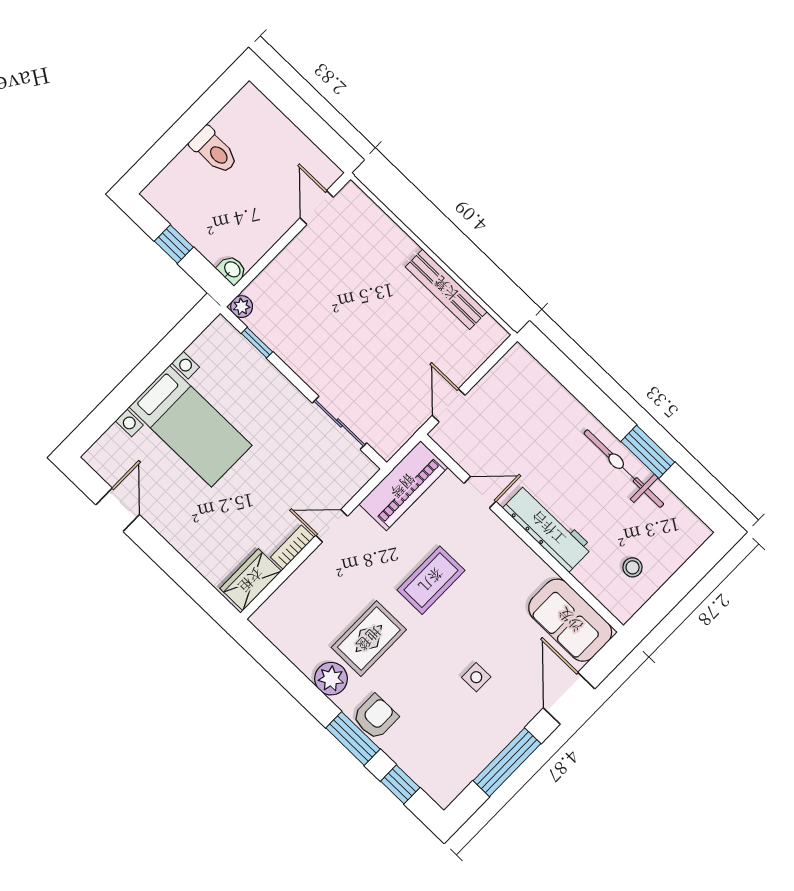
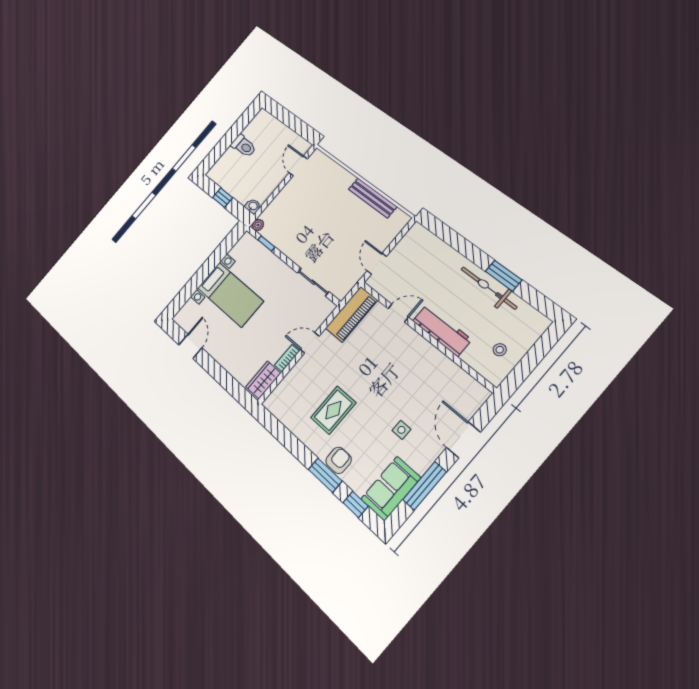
coffee table: (431, 580) -> (370, 370), removed
sofa: (570, 620) -> (391, 488), moved, turned 90
plant: (331, 679) -> (311, 437), removed

